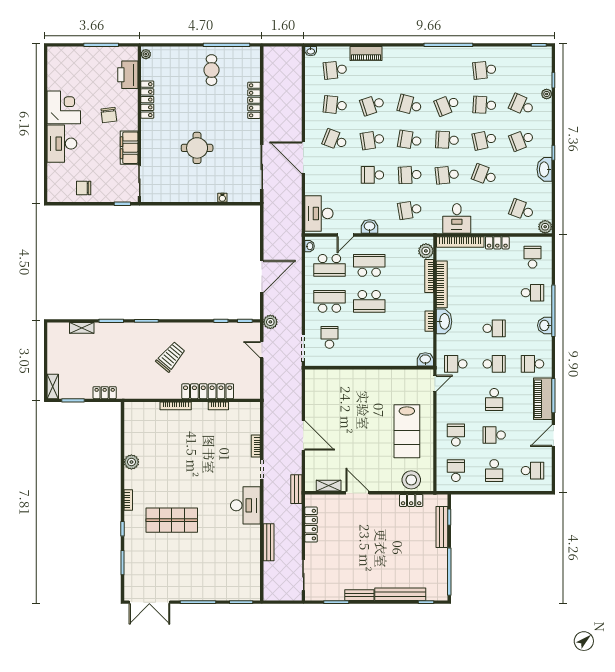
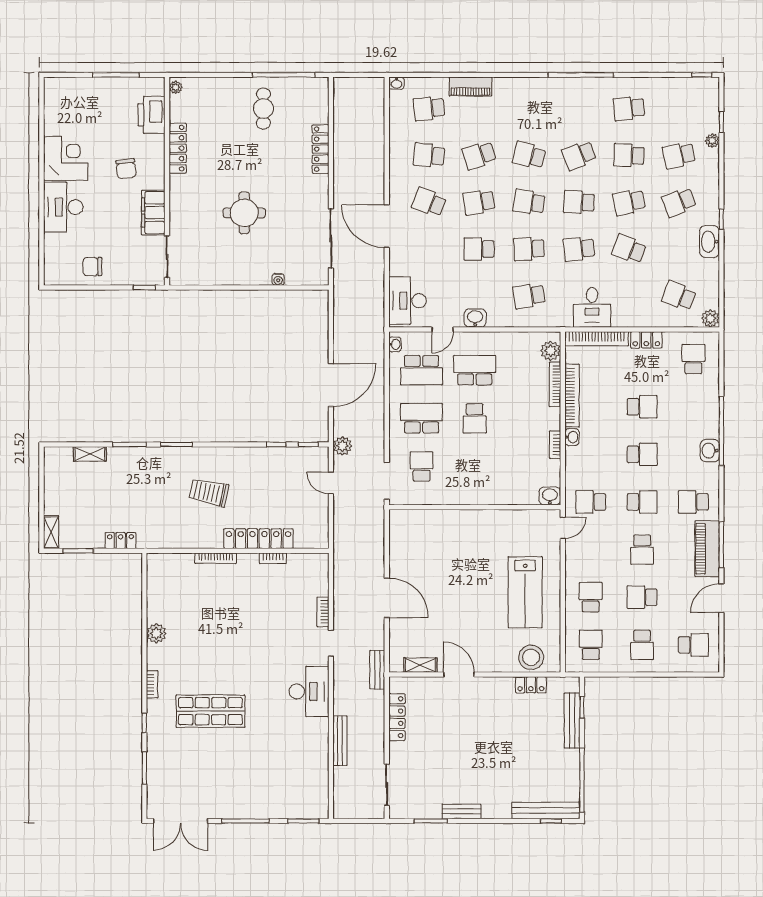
school desk: (522, 105) -> (679, 155), turned -36
school desk: (533, 293) -> (642, 407), moved
school desk: (369, 301) -> (475, 418), width x0.54
washbasin: (444, 321) -> (572, 437), width x0.52, depth x0.69
trolley: (171, 357) -> (209, 492), turned -118
bench: (400, 594) -> (546, 810), moved

